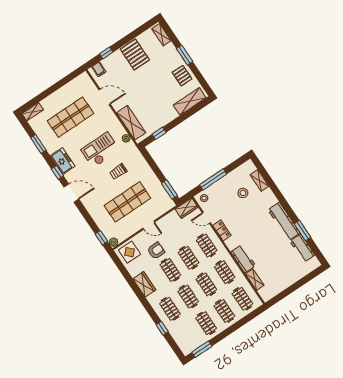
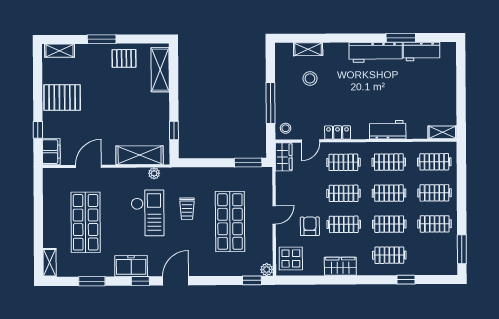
filing cabinet: (99, 69) -> (51, 152), width x2.00
checkout: (100, 150) -> (148, 213), turned 180
shelving: (255, 280) -> (442, 132), moved

